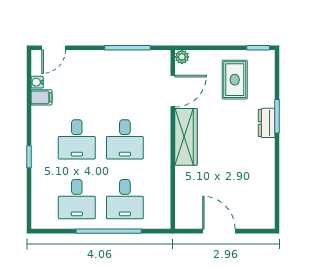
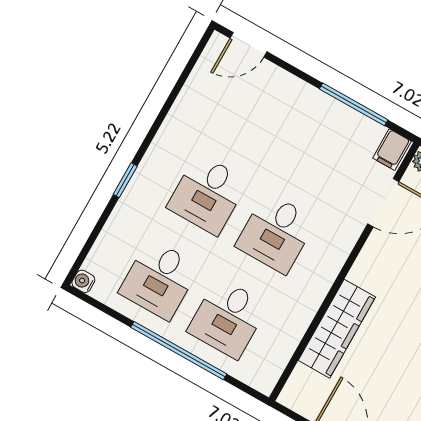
water cooler: (37, 82) -> (83, 281), moved
filing cabinet: (41, 97) -> (392, 150), moved, turned 90
wardrobe: (186, 137) -> (337, 329), moved

